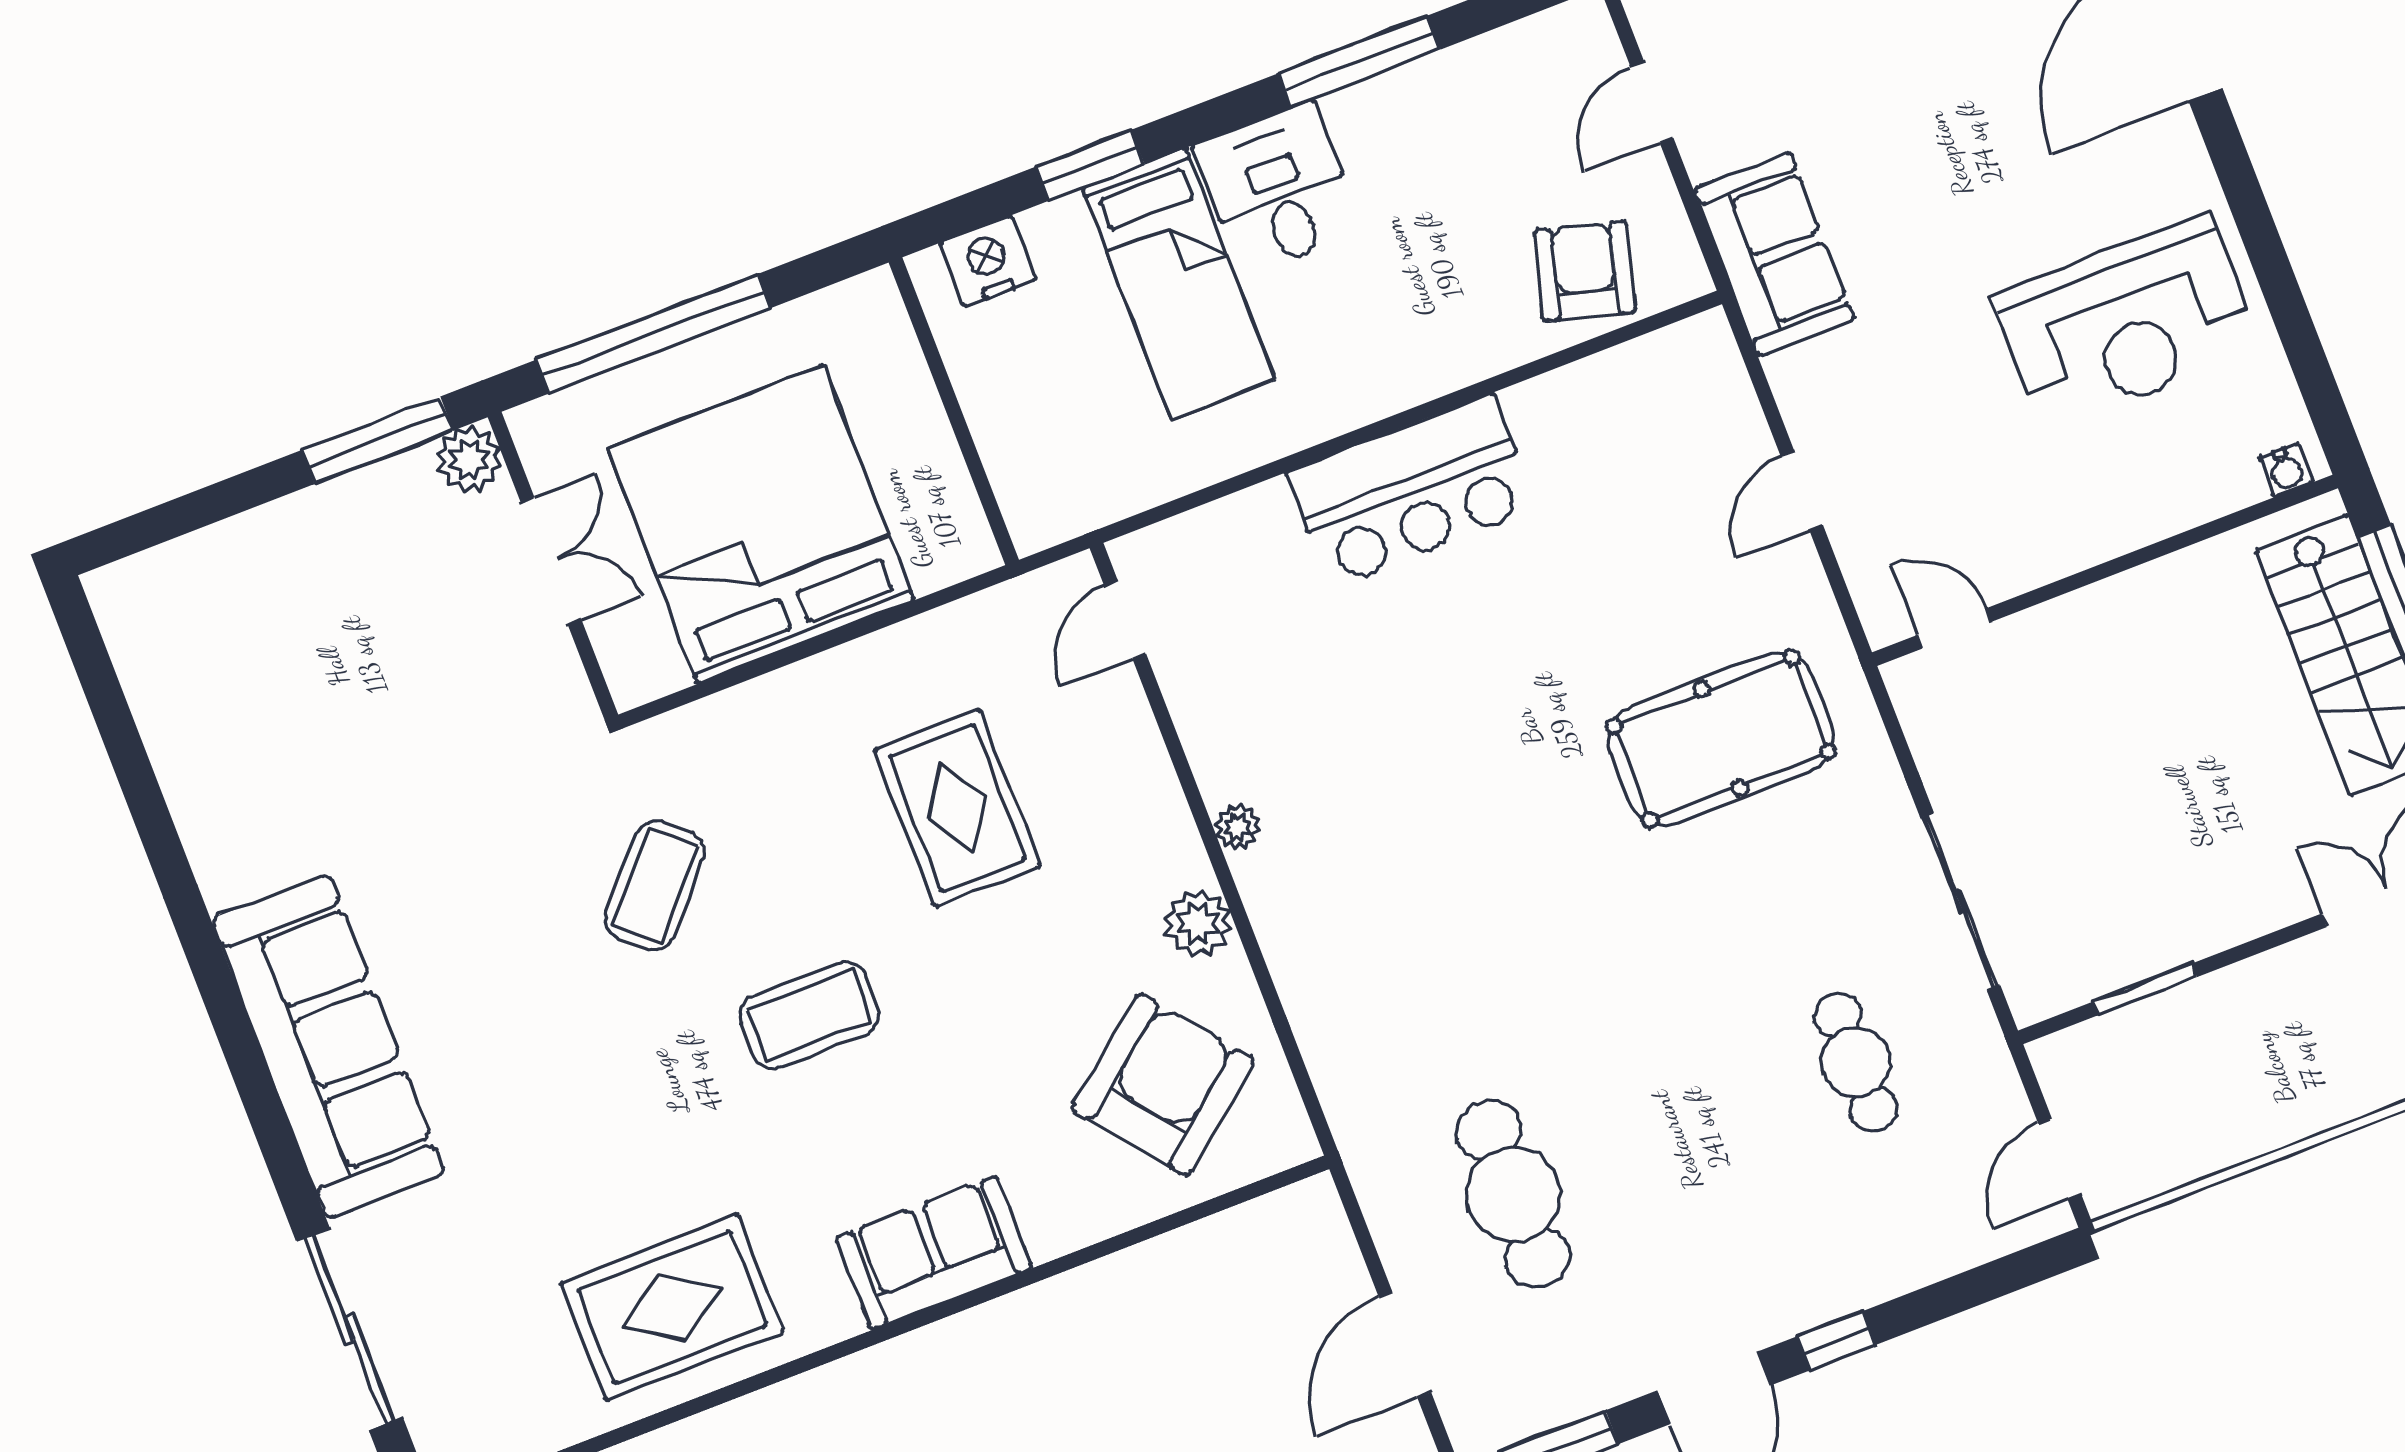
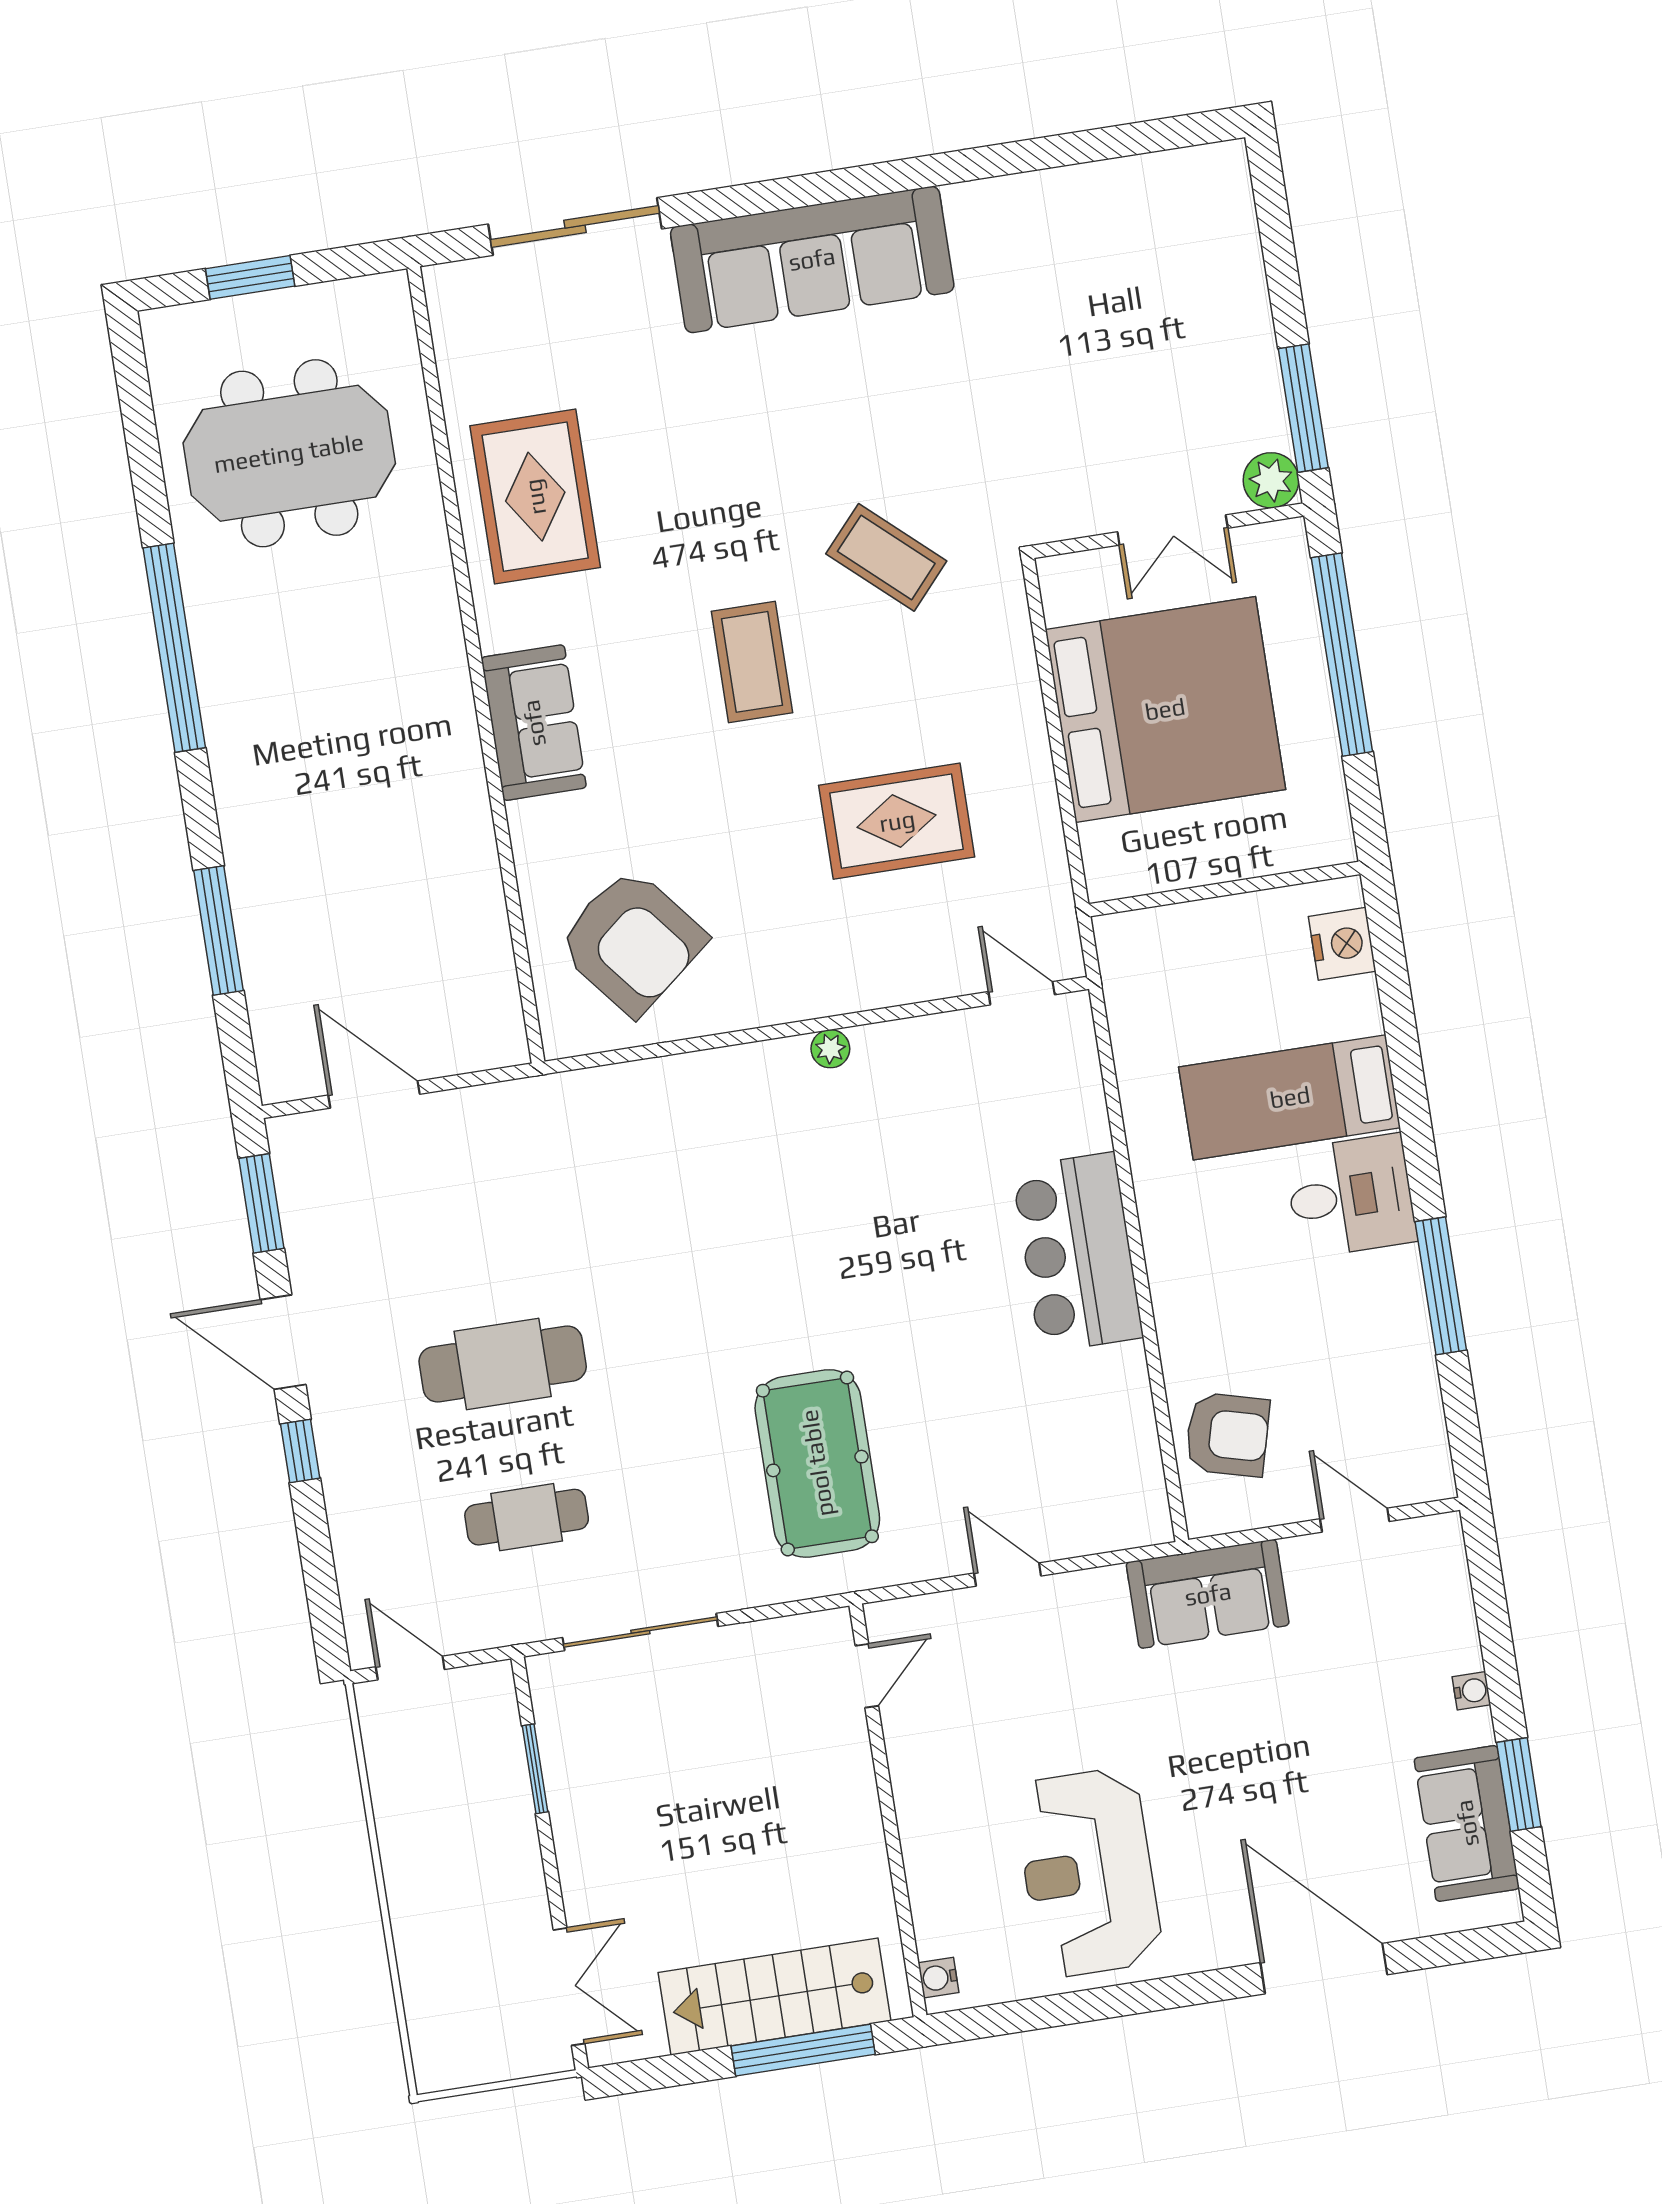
window: (1090, 165) -> (1403, 1045), removed
plant: (1198, 923) -> (759, 999), removed
cafe table: (1513, 1194) -> (503, 1364), moved

